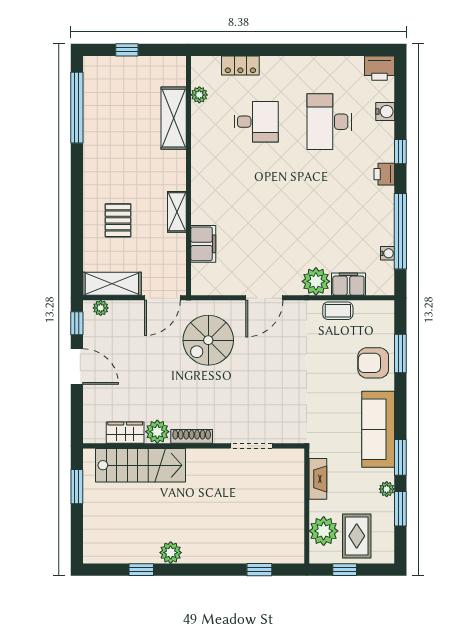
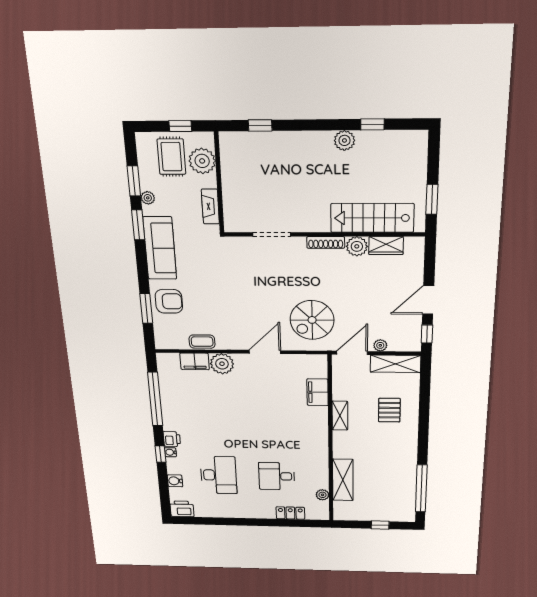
water cooler: (387, 253) -> (171, 452), moved
plant: (101, 308) -> (380, 345), moved
spiral stairs: (208, 340) -> (312, 320), turned 180
door: (77, 366) -> (428, 300), hinge flipped

